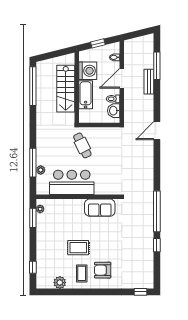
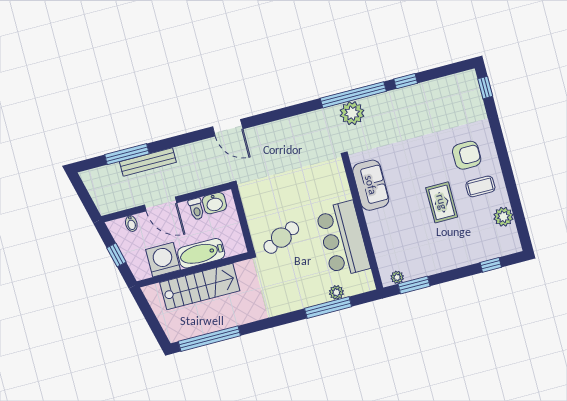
bench: (149, 82) -> (148, 162), width x1.36
plant: (146, 208) -> (352, 113), added
armchair: (103, 270) -> (467, 155), turned -90

